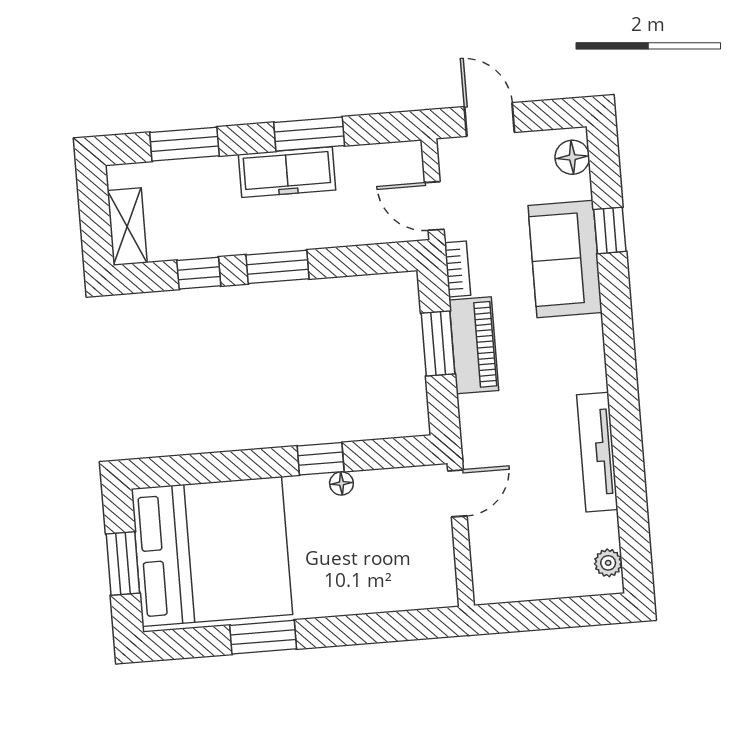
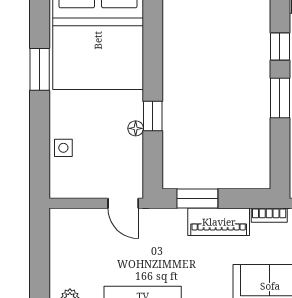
window: (438, 343) -> (197, 199), moved
side table: (380, 591) -> (63, 148), added

